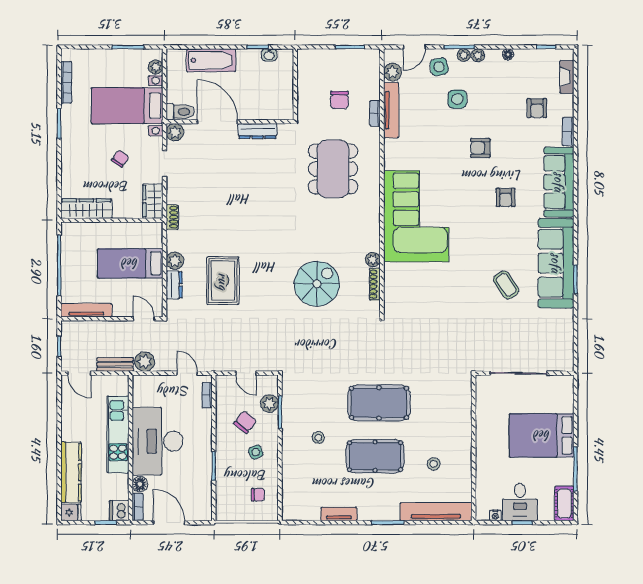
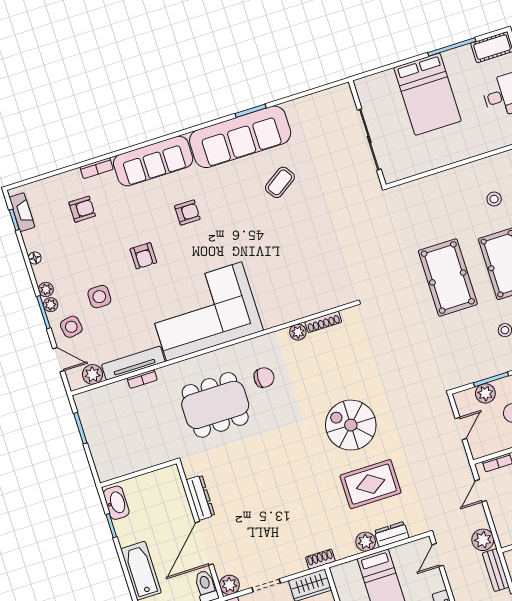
washbasin: (269, 55) -> (116, 503), width x1.91, depth x1.45
fireplace: (567, 77) -> (22, 212), moved, turned -90
chair: (339, 100) -> (264, 378), moved
corner sofa: (416, 216) -> (204, 311), moved
spiral stairs: (317, 284) -> (351, 425), moved

